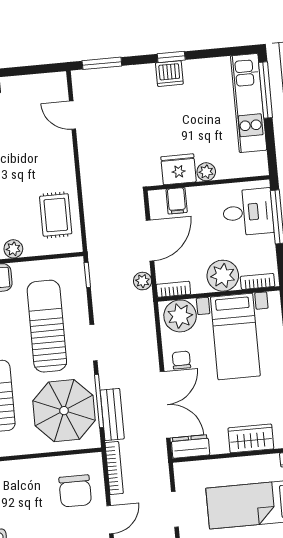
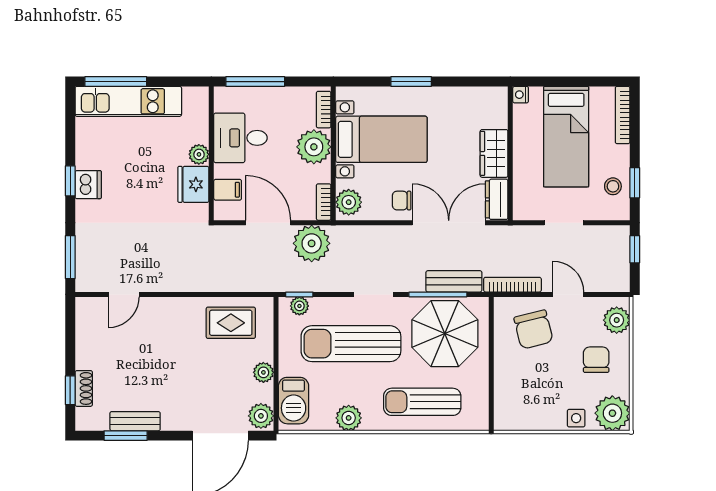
desk: (248, 212) -> (240, 138), moved, turned -90
plant: (77, 276) -> (299, 306), added
plant: (143, 281) -> (312, 243), width x1.87, depth x1.87
plant: (180, 316) -> (349, 202), width x0.73, depth x0.73
wardrobe: (251, 438) -> (494, 153), moved
chair: (75, 491) -> (533, 329), turned 76

